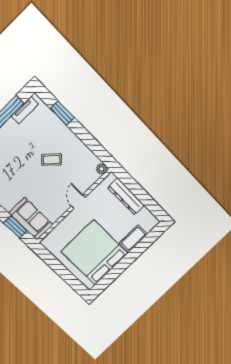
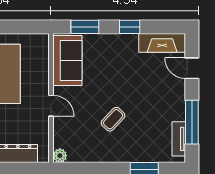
sofa: (31, 219) -> (67, 61), moved, turned -90

